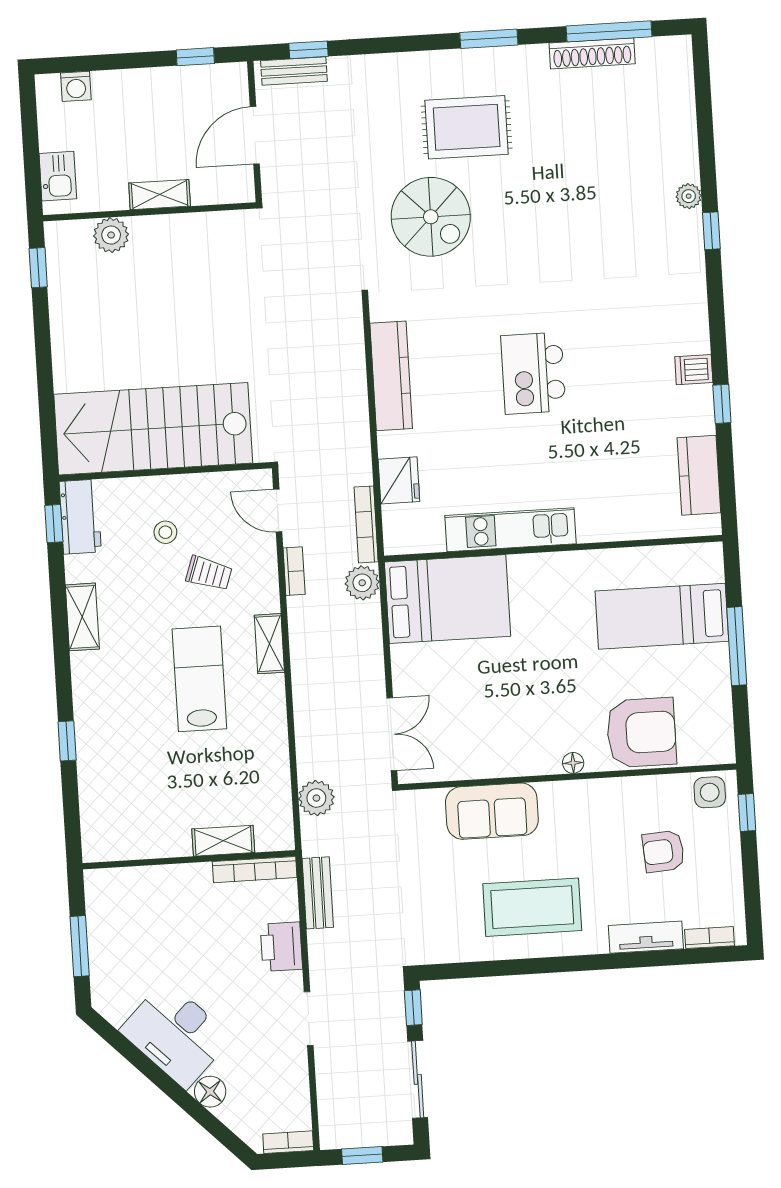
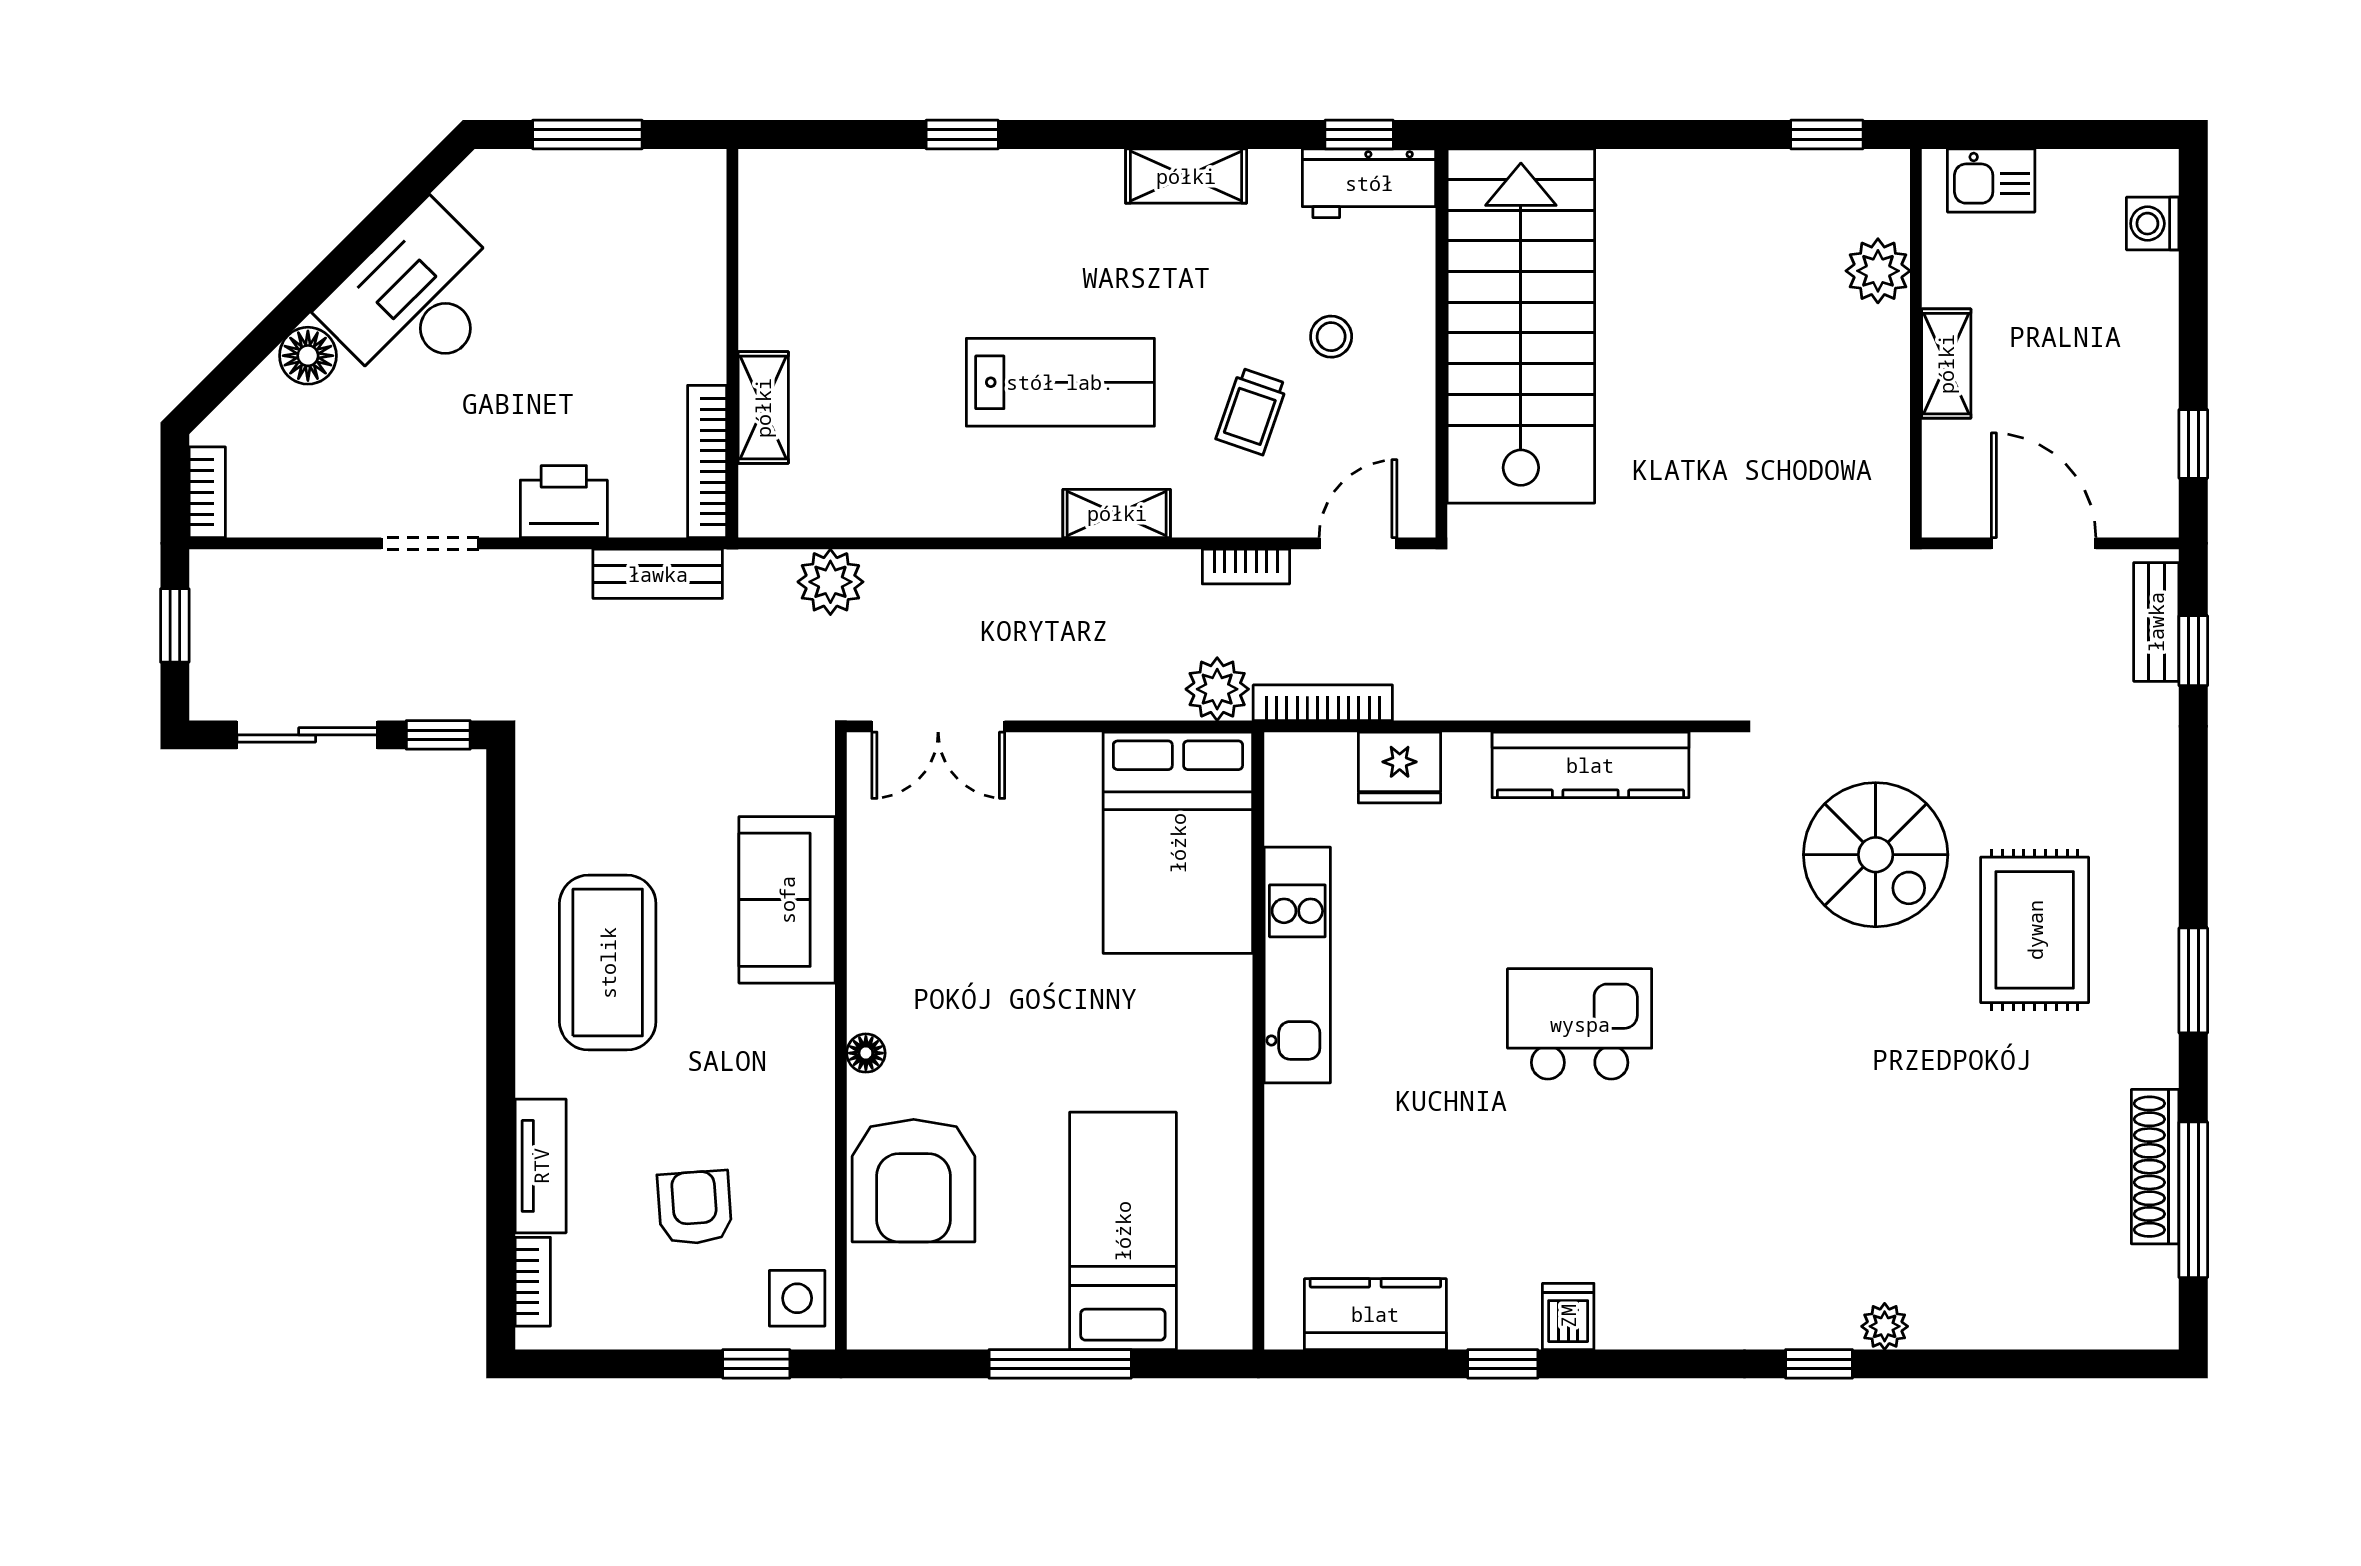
spiral stairs: (431, 217) -> (1876, 855), turned -90

